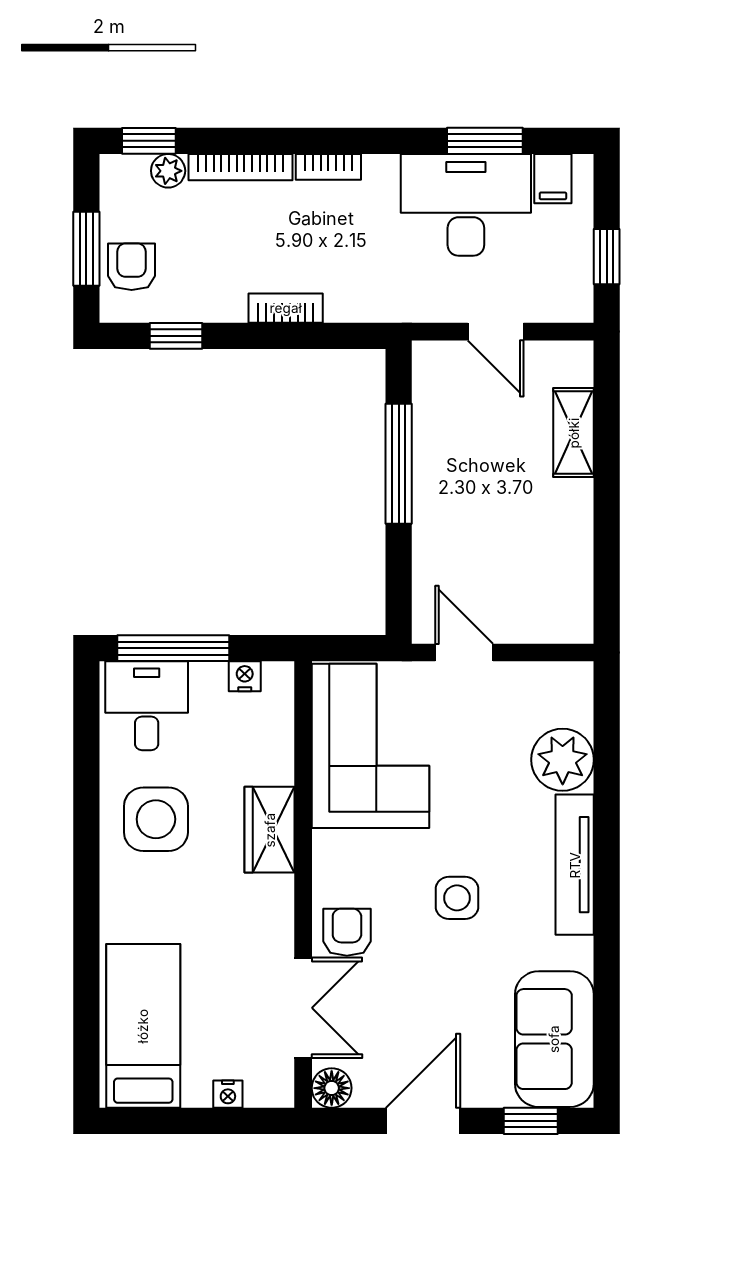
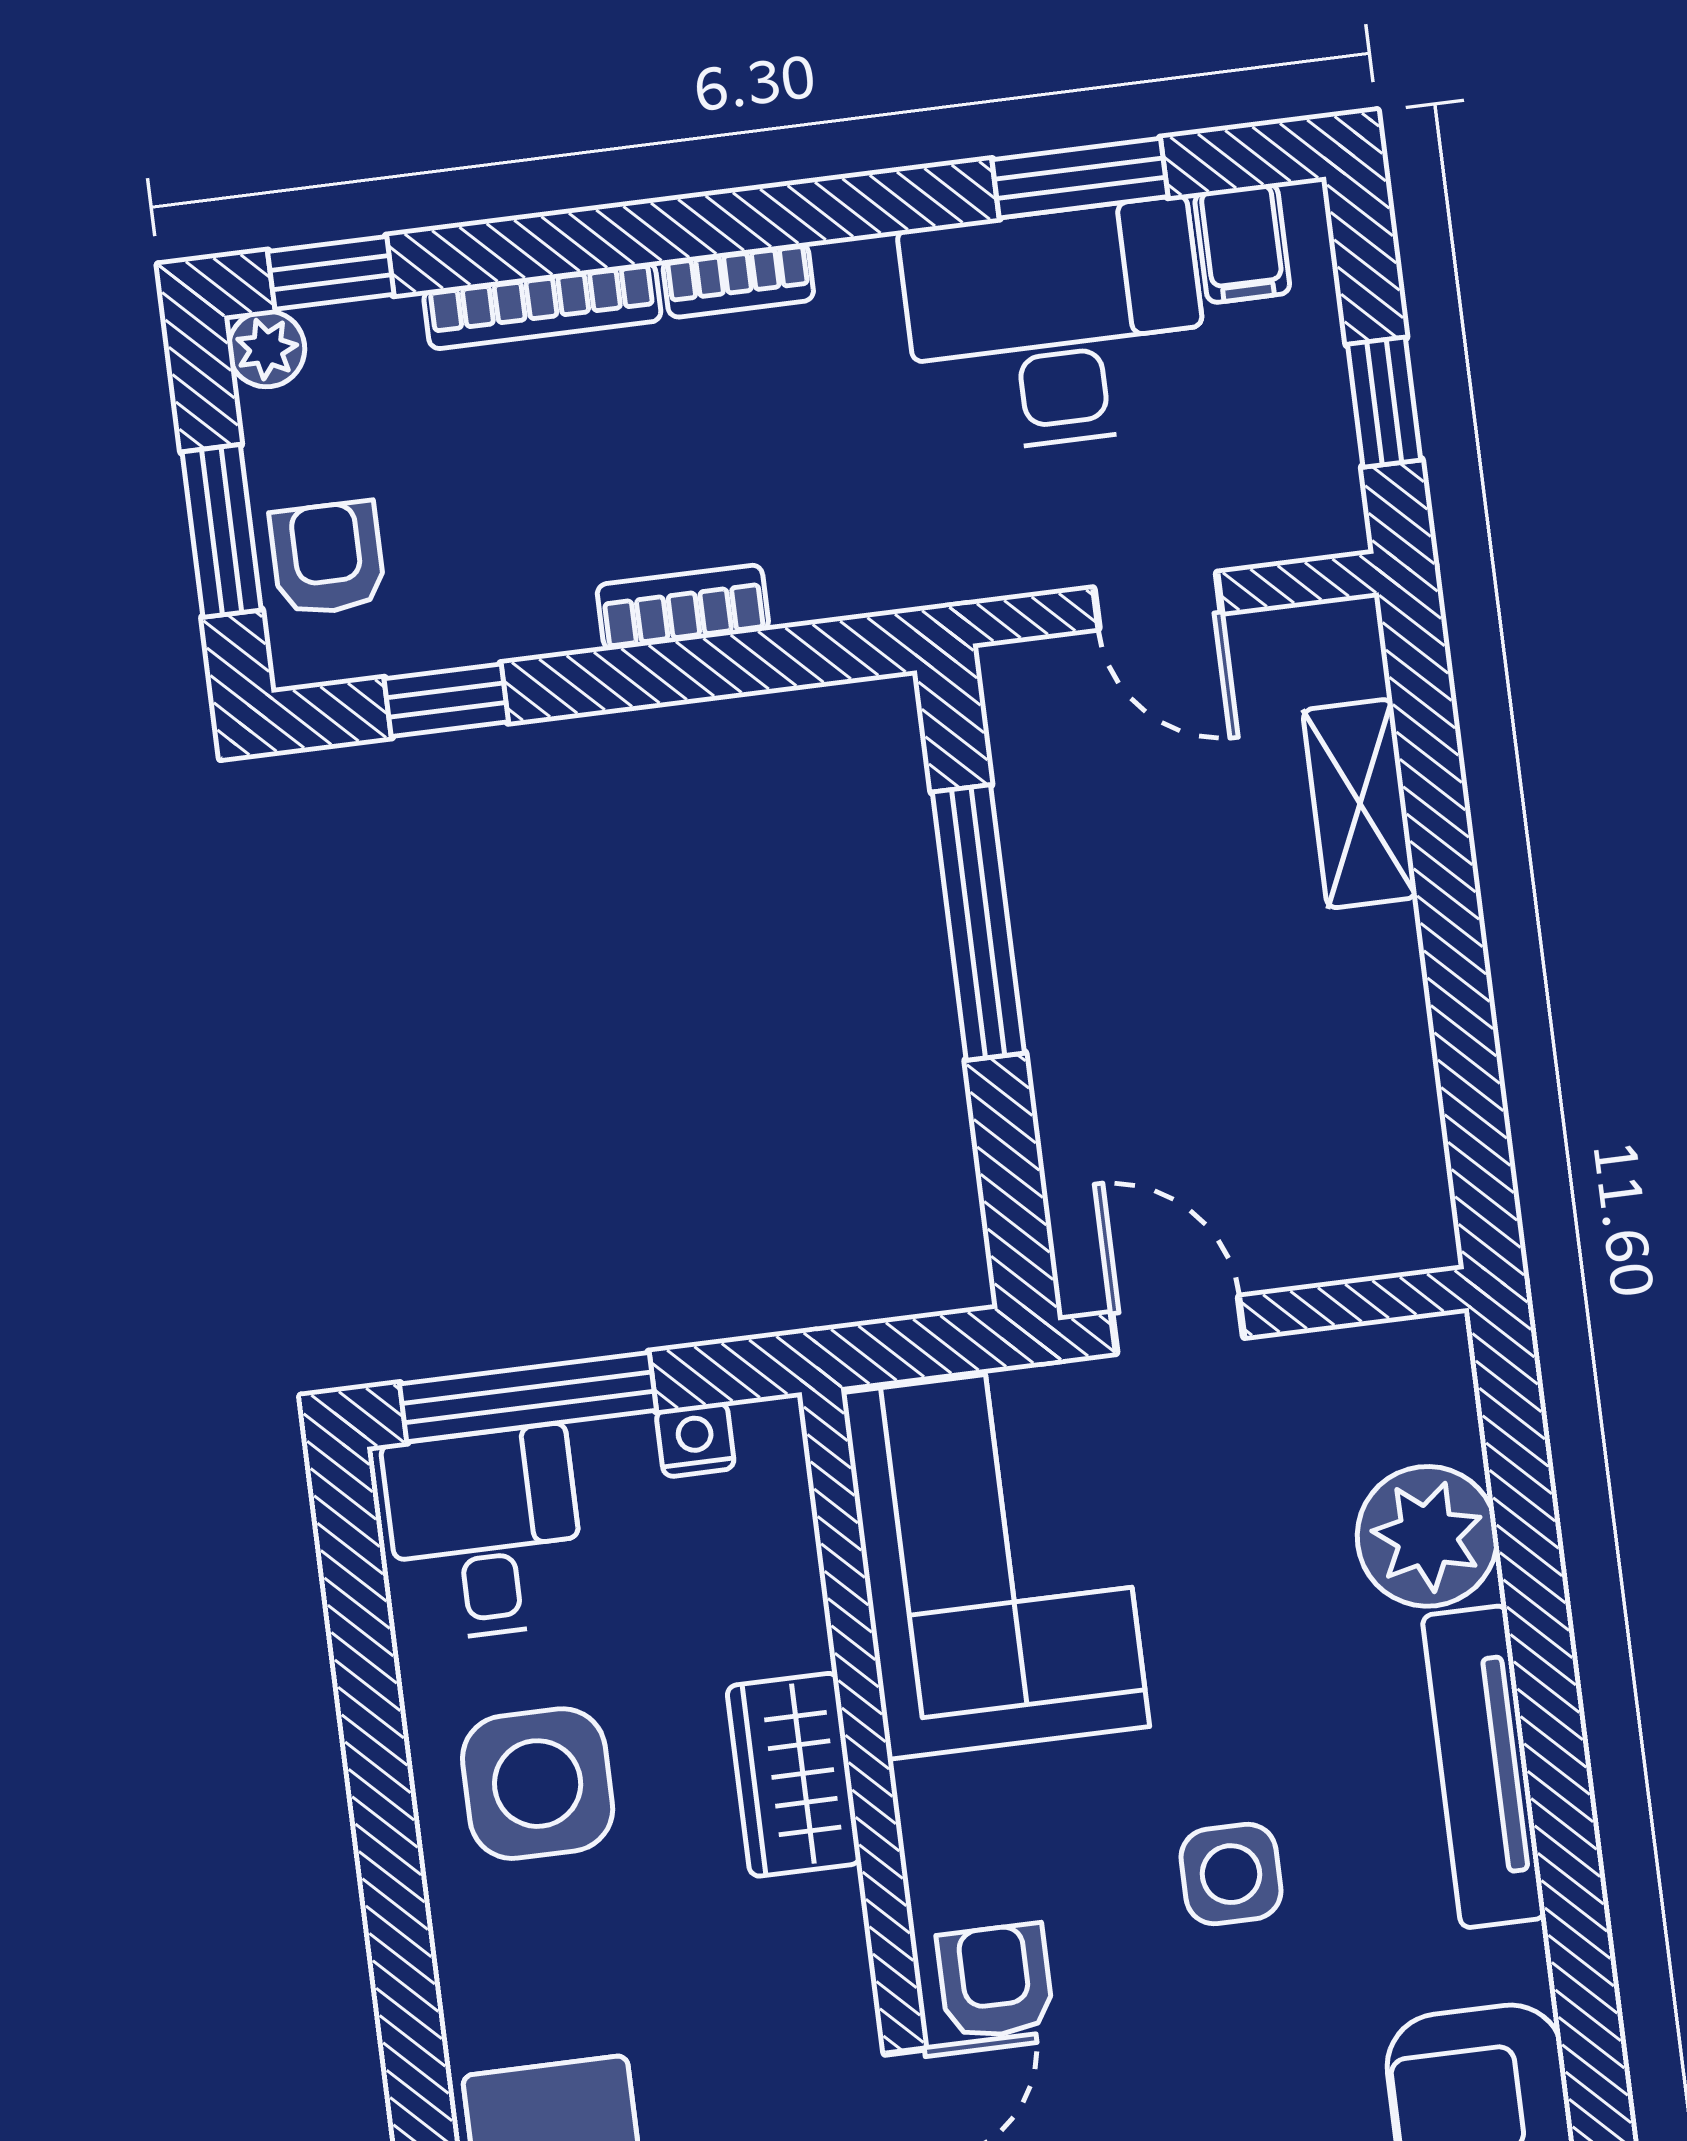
plant: (168, 171) -> (267, 349), moved

